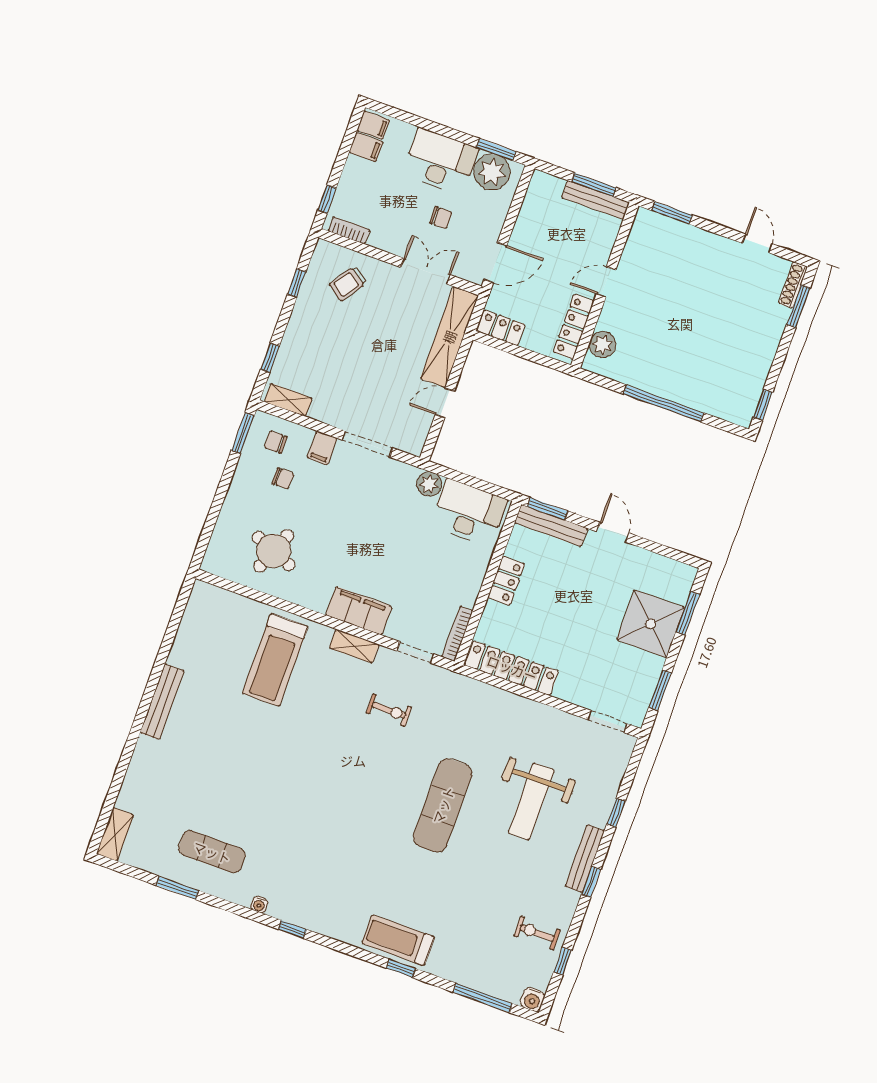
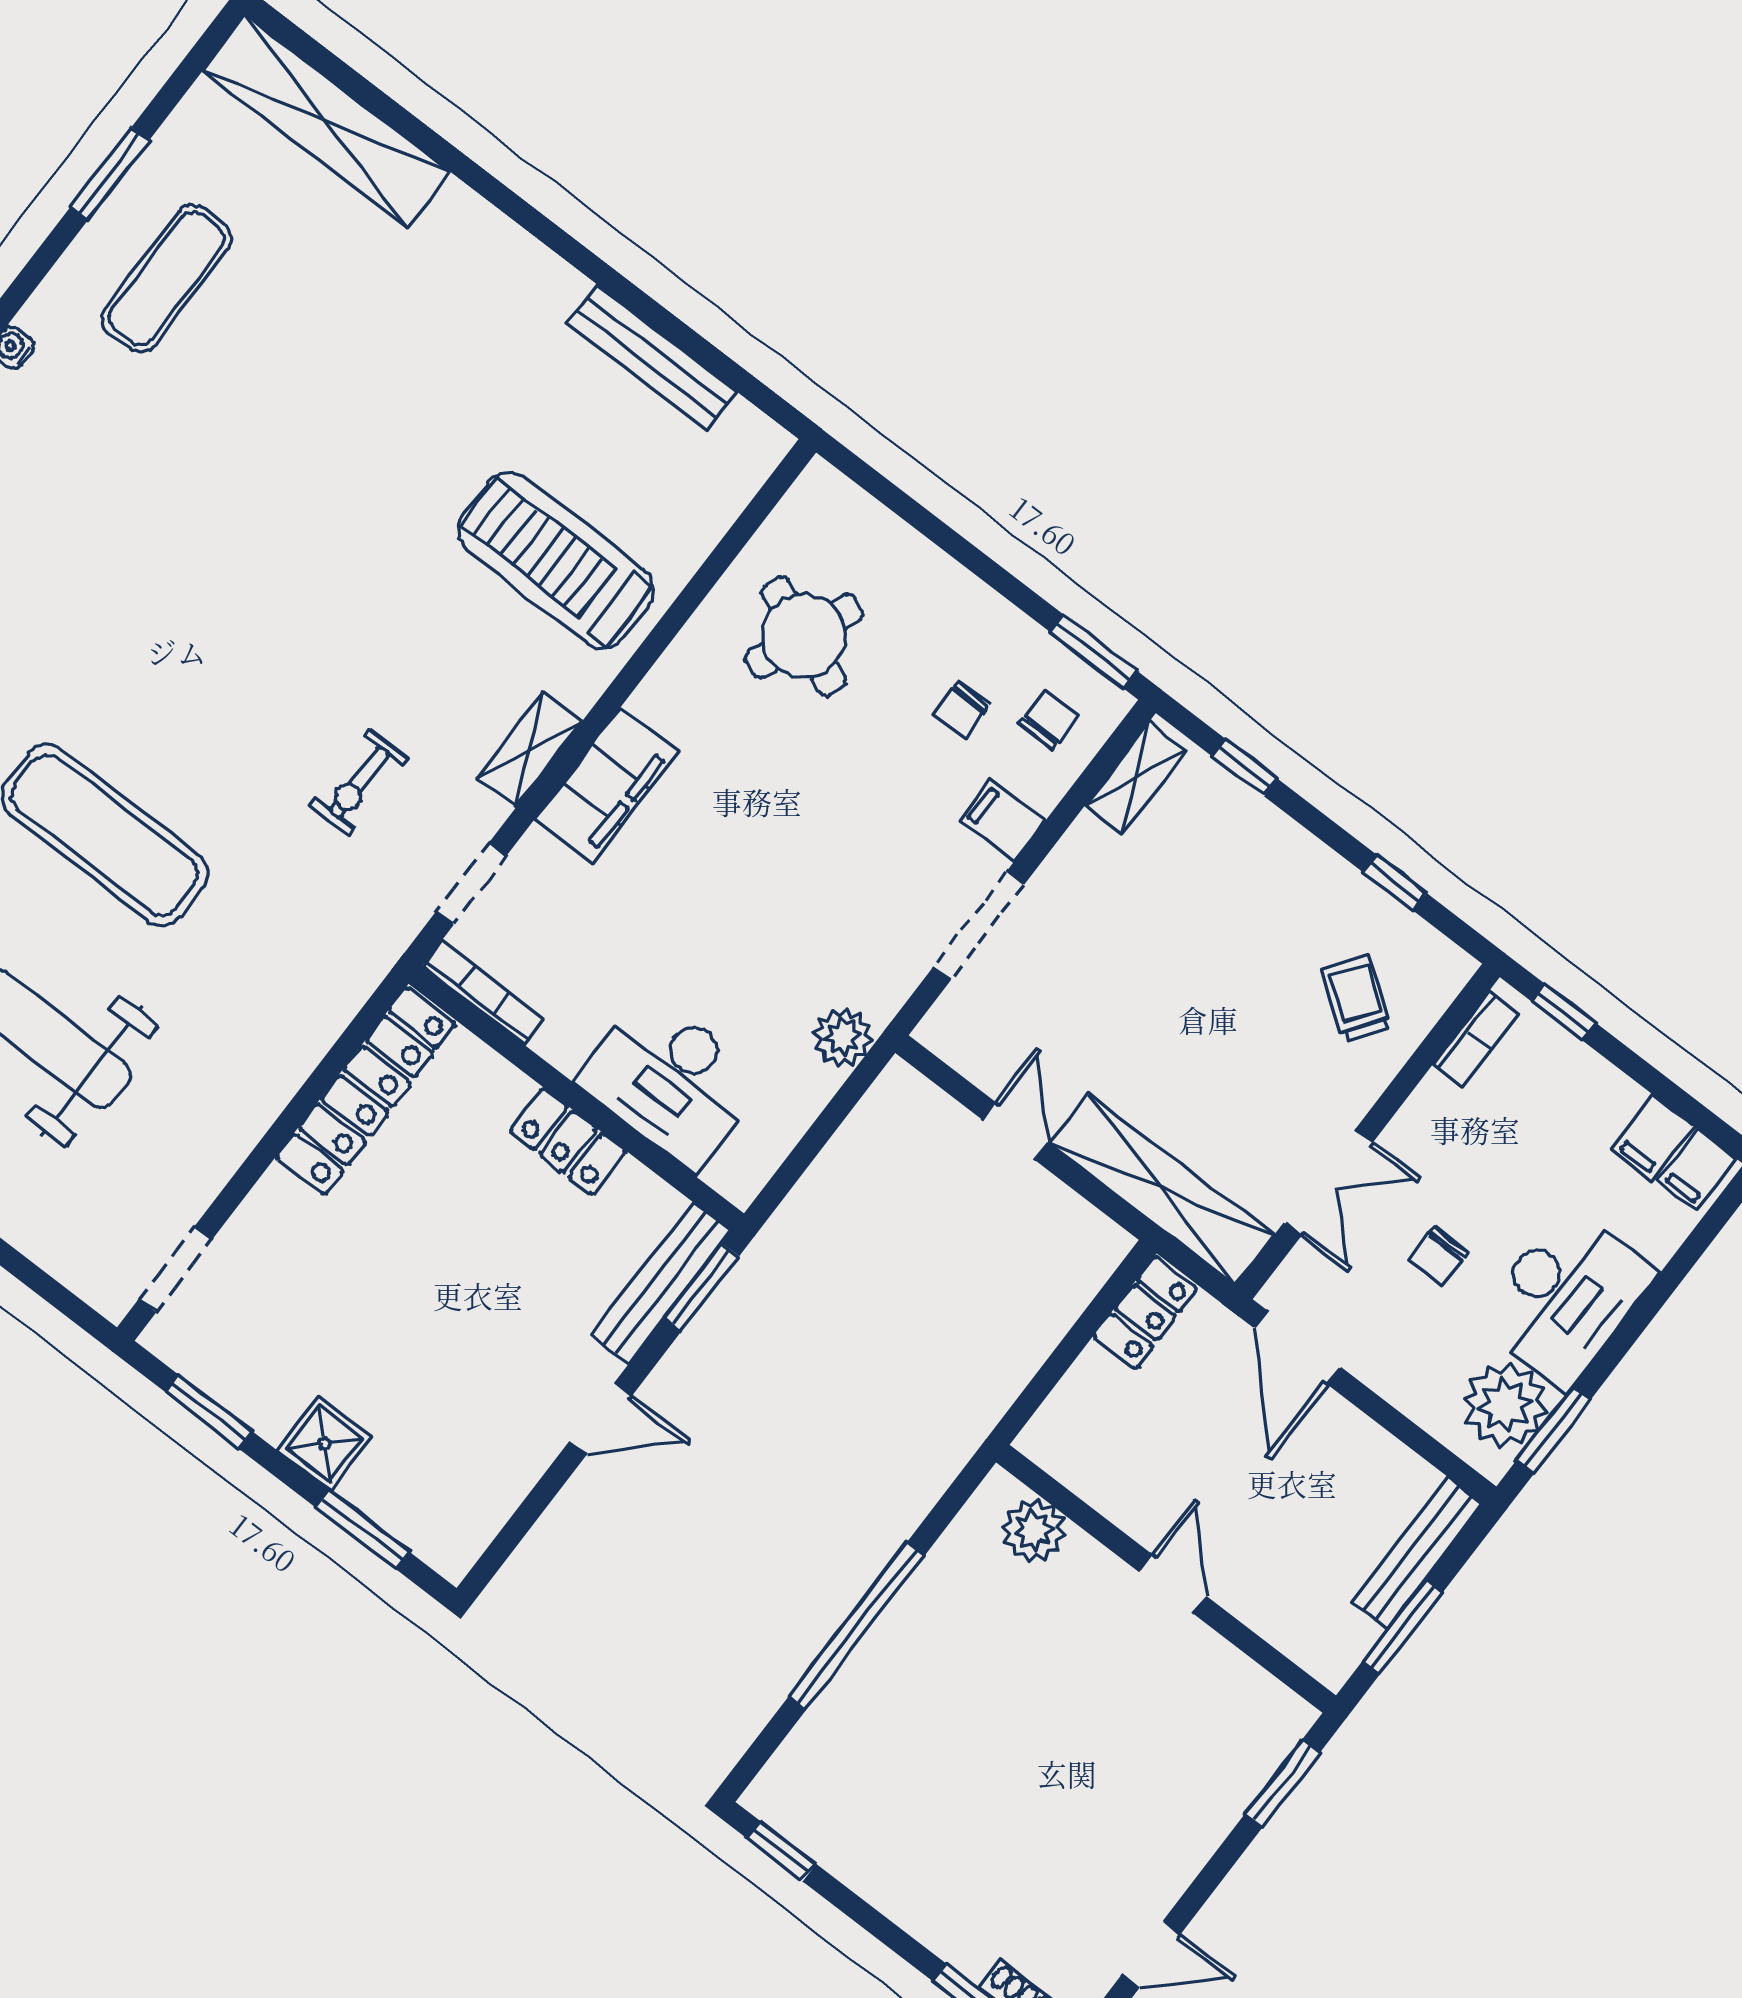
bench: (596, 200) -> (1418, 1553), moved
locker: (574, 327) -> (1095, 1479), removed
desk: (469, 513) -> (671, 1080), moved, turned 90
shower: (651, 624) -> (324, 1443), width x0.54, depth x0.54
bench: (162, 702) -> (652, 358), moved
shelving: (115, 834) -> (327, 121), width x2.20, depth x1.33

